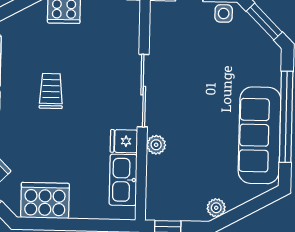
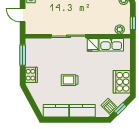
plant: (156, 145) -> (120, 29), moved

